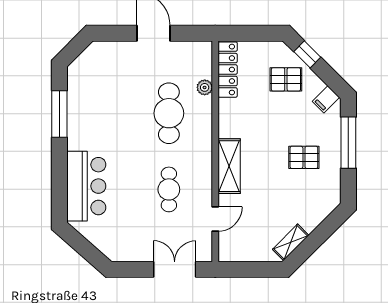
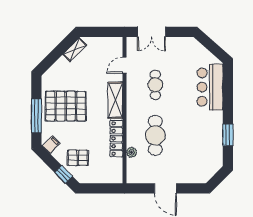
locker: (228, 70) -> (116, 139), moved
window: (59, 114) -> (228, 135), width x0.69
pallet: (304, 157) -> (66, 106), width x2.05, depth x2.00

